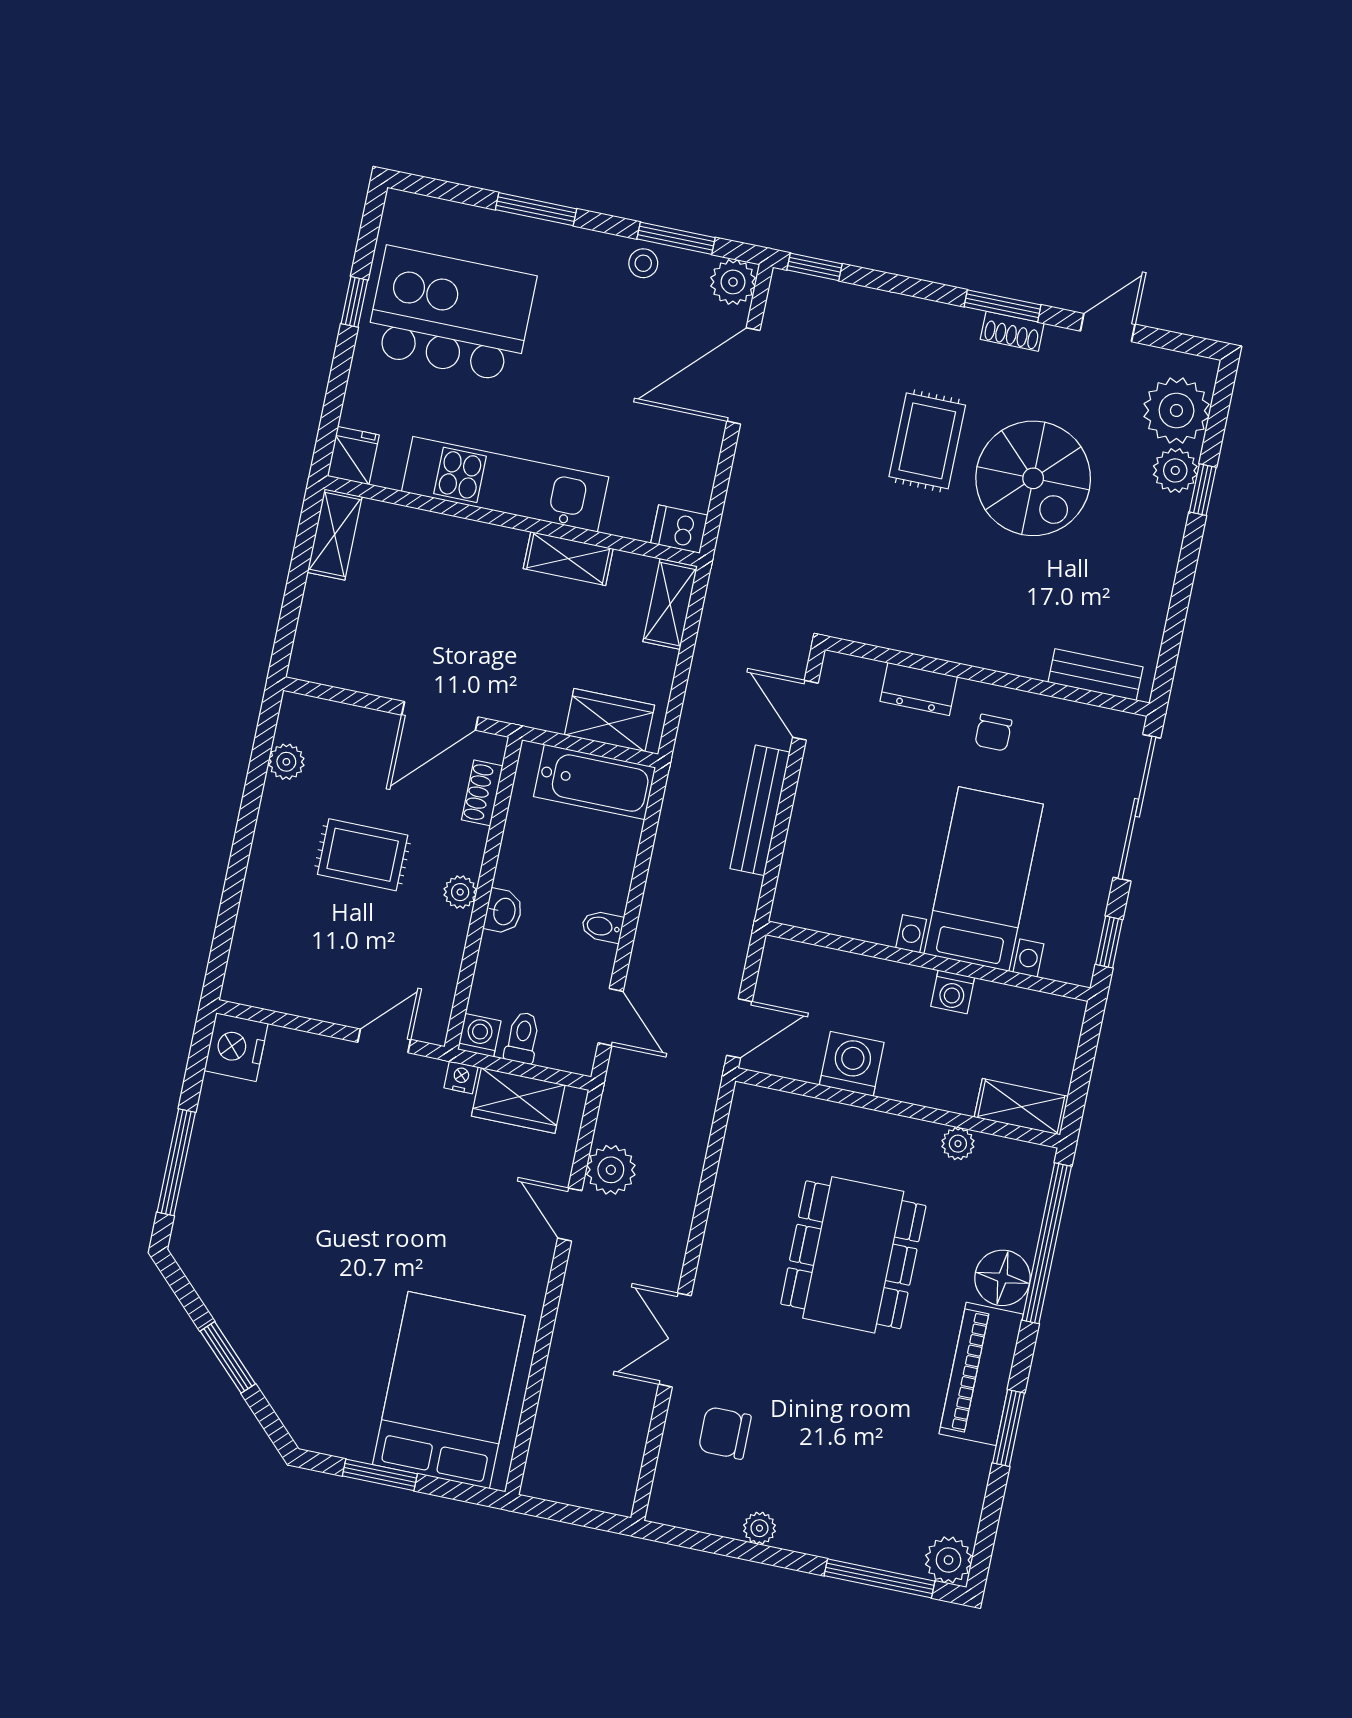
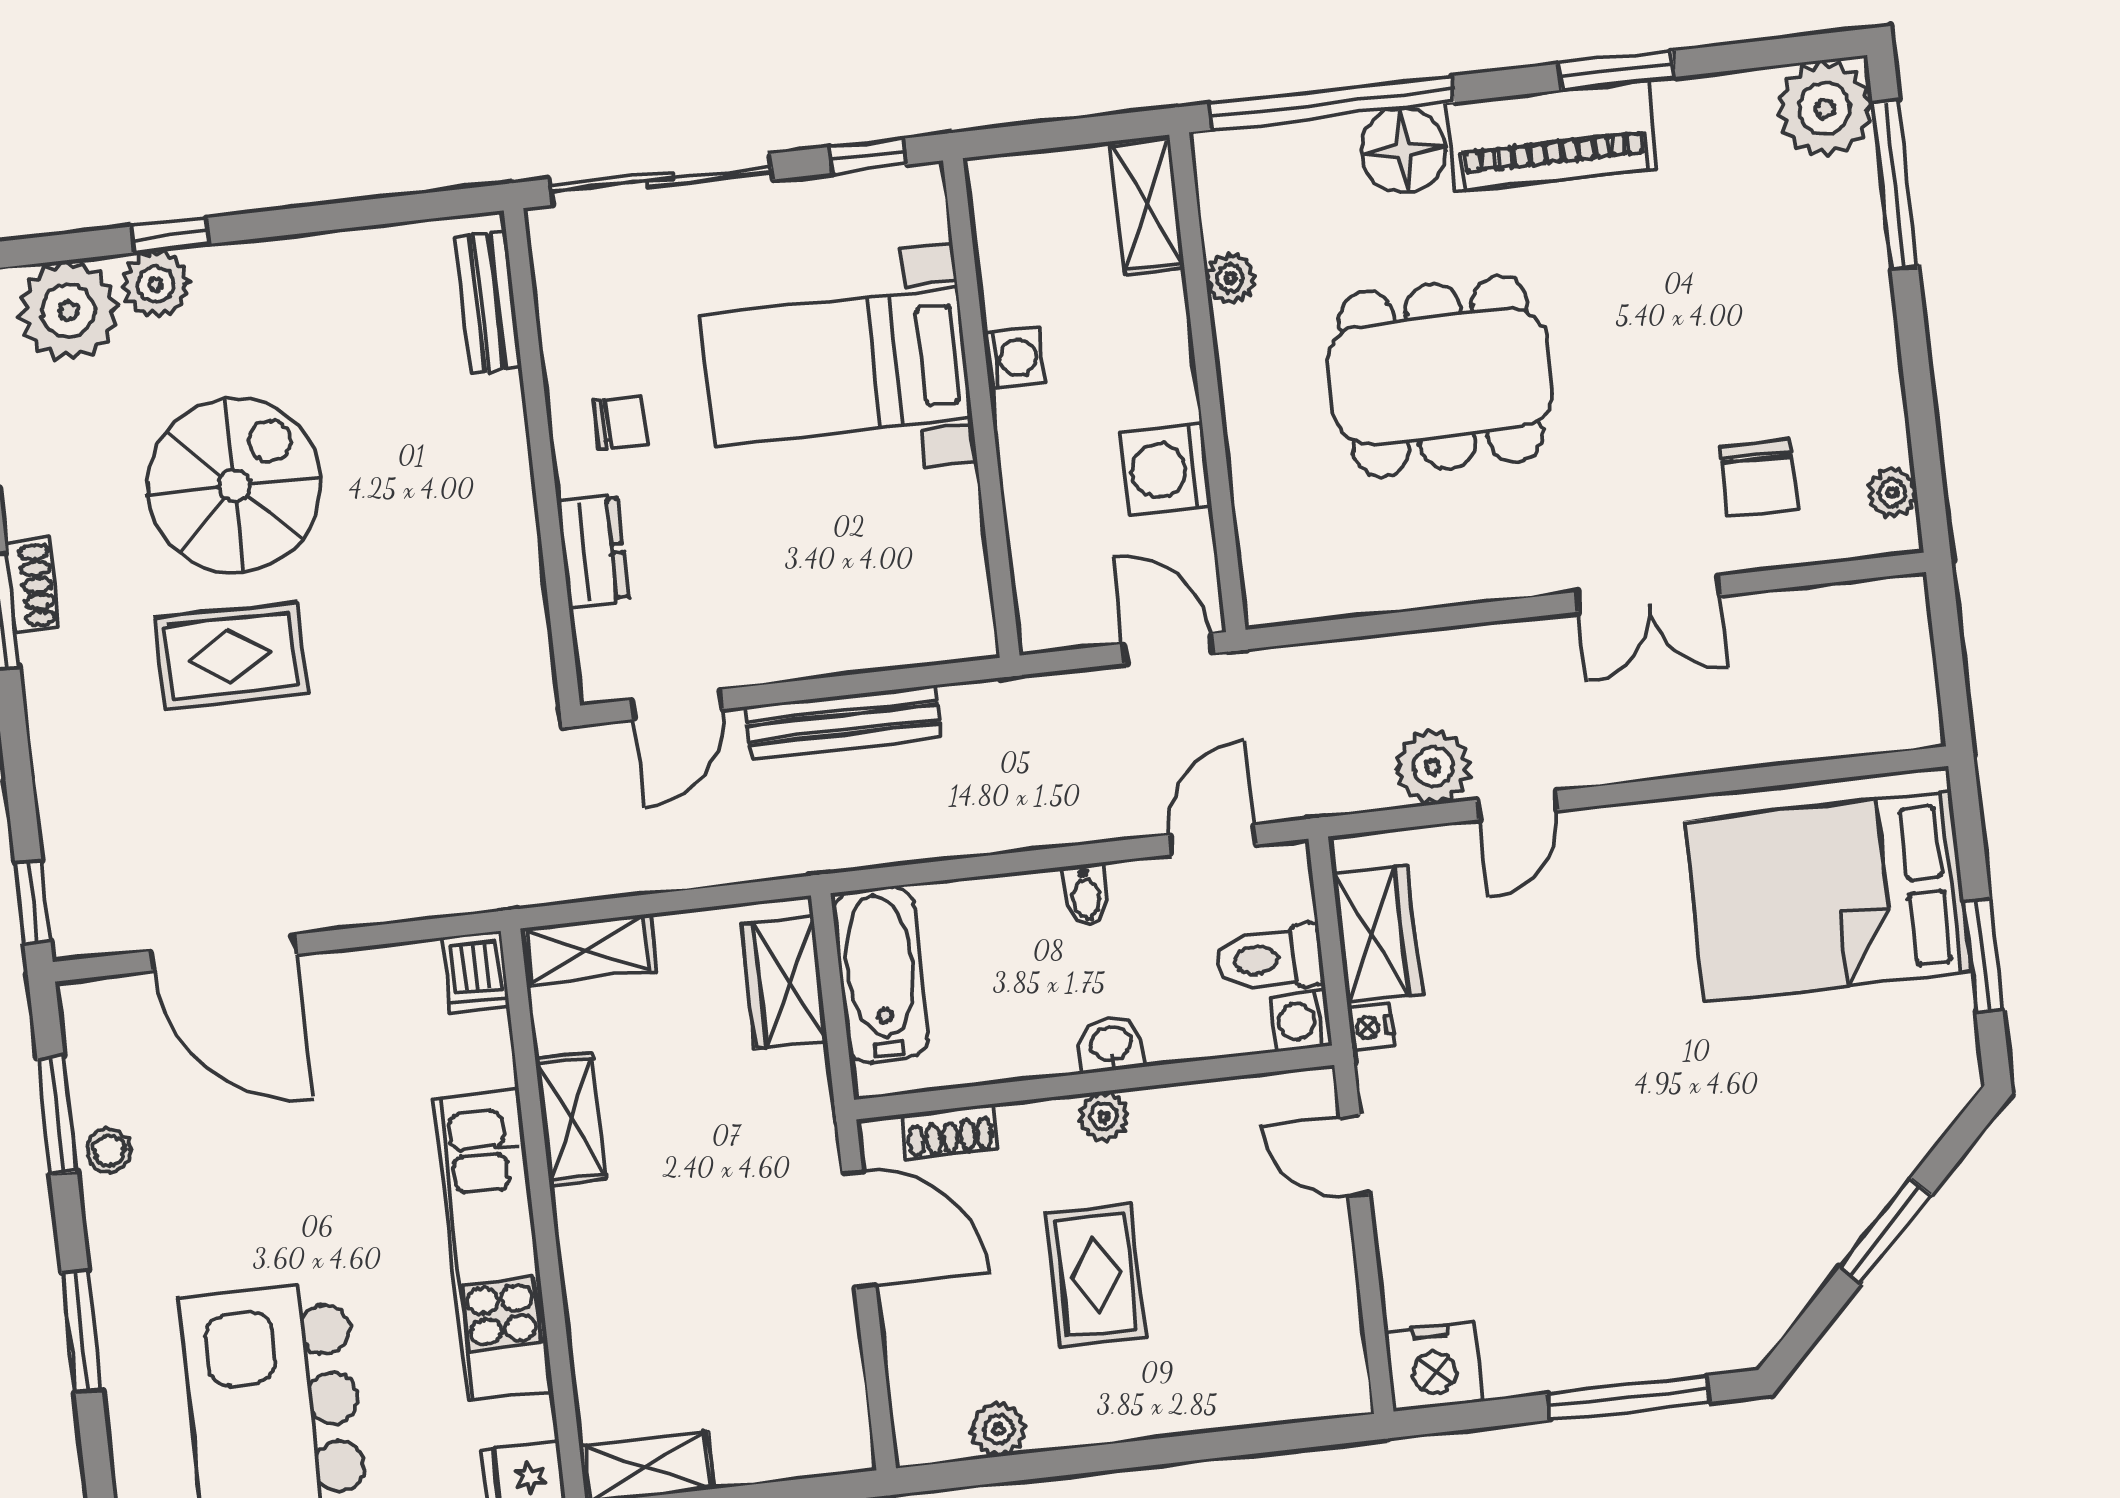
plant: (733, 282) -> (93, 1012), removed
toilet: (522, 1038) -> (1270, 959), width x1.37, depth x1.39
plant: (759, 1528) -> (1892, 493), moved
plant: (948, 1560) -> (1825, 109), width x1.36, depth x1.36

